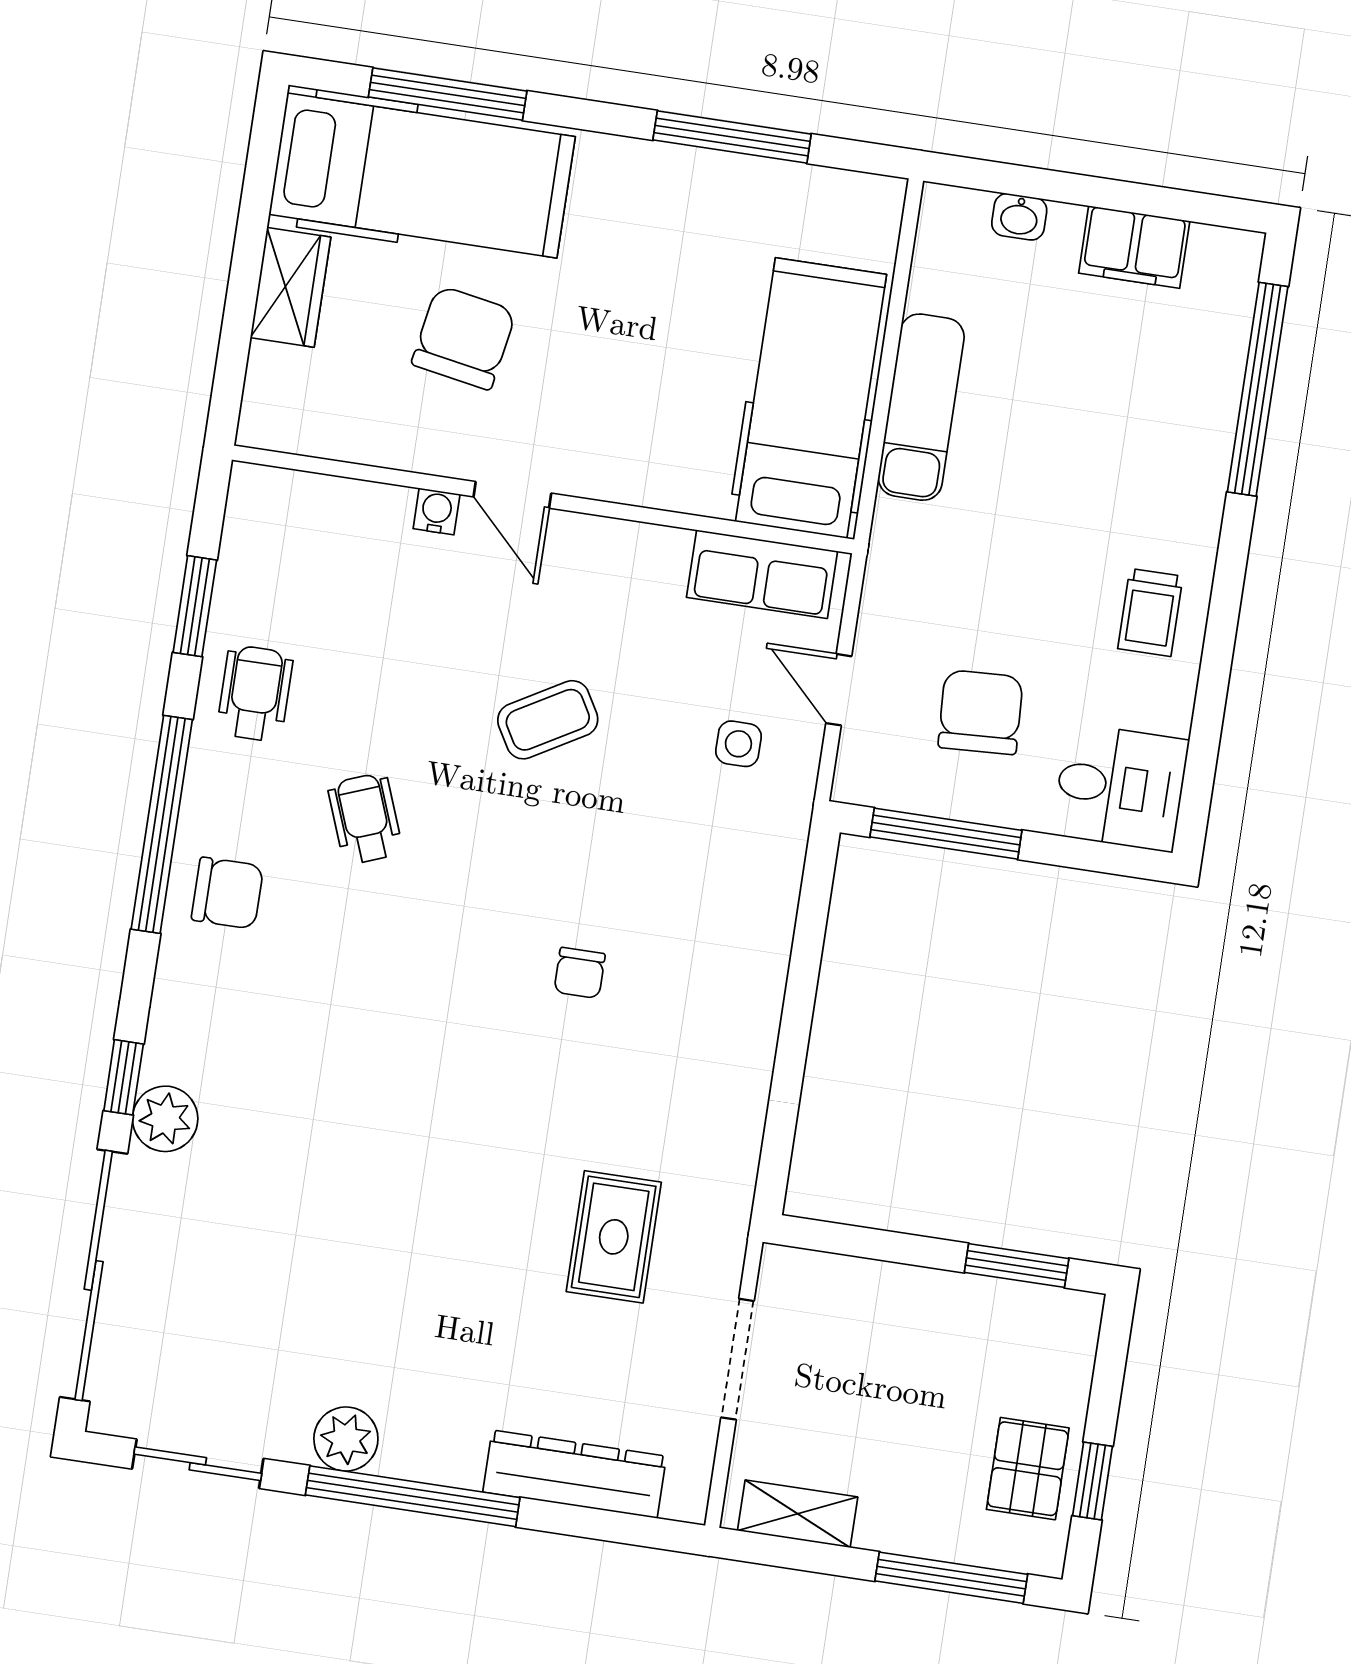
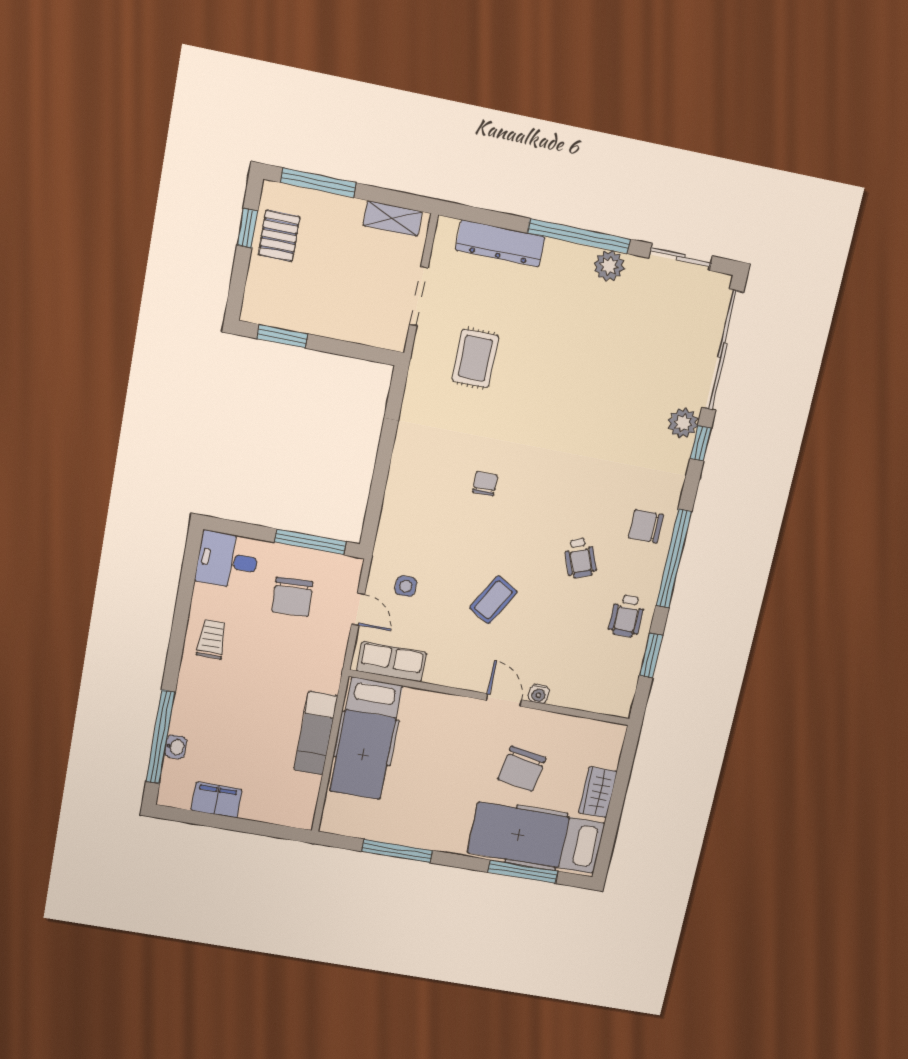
washbasin: (1019, 217) -> (176, 747), moved, turned 90
coffee table: (548, 720) -> (493, 600), turned -30

